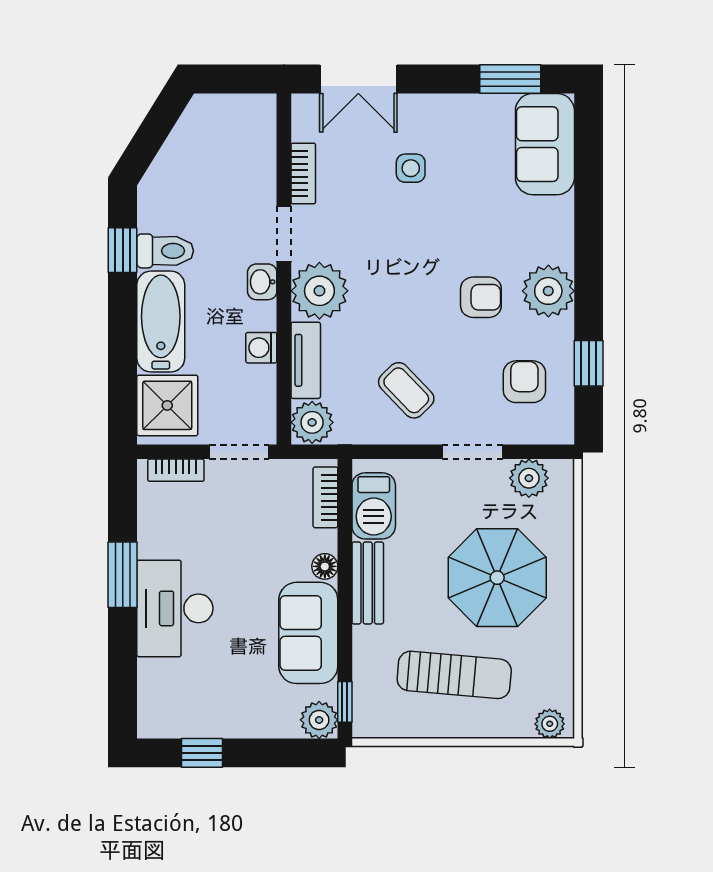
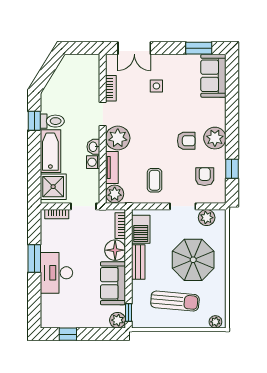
washbasin: (262, 282) -> (93, 147), moved
coffee table: (406, 390) -> (155, 180), turned 44
floor lamp: (325, 566) -> (115, 250), width x1.89, depth x1.89

